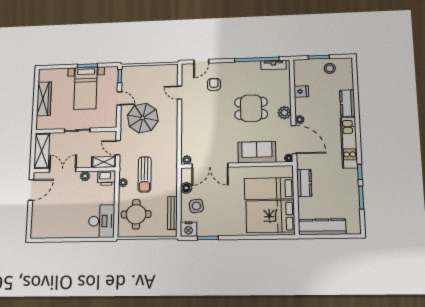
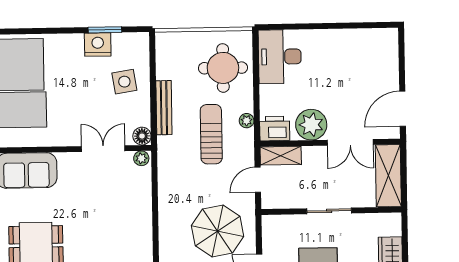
door: (118, 148) -> (258, 180), swing flipped
double door: (210, 166) -> (103, 149), width x0.73
plant: (85, 176) -> (311, 125), width x1.88, depth x1.88
floor lamp: (186, 188) -> (142, 136), moved
bench: (172, 213) -> (164, 108), moved
nightstand: (189, 229) -> (98, 45), moved

